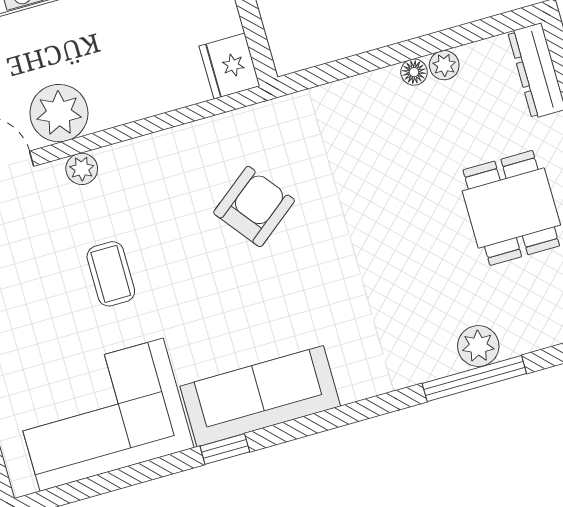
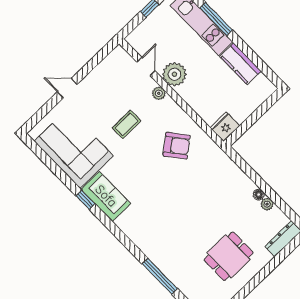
armchair: (254, 207) -> (177, 146), moved
plant: (478, 346) -> (172, 271), removed
sofa: (260, 396) -> (106, 196), width x0.73

